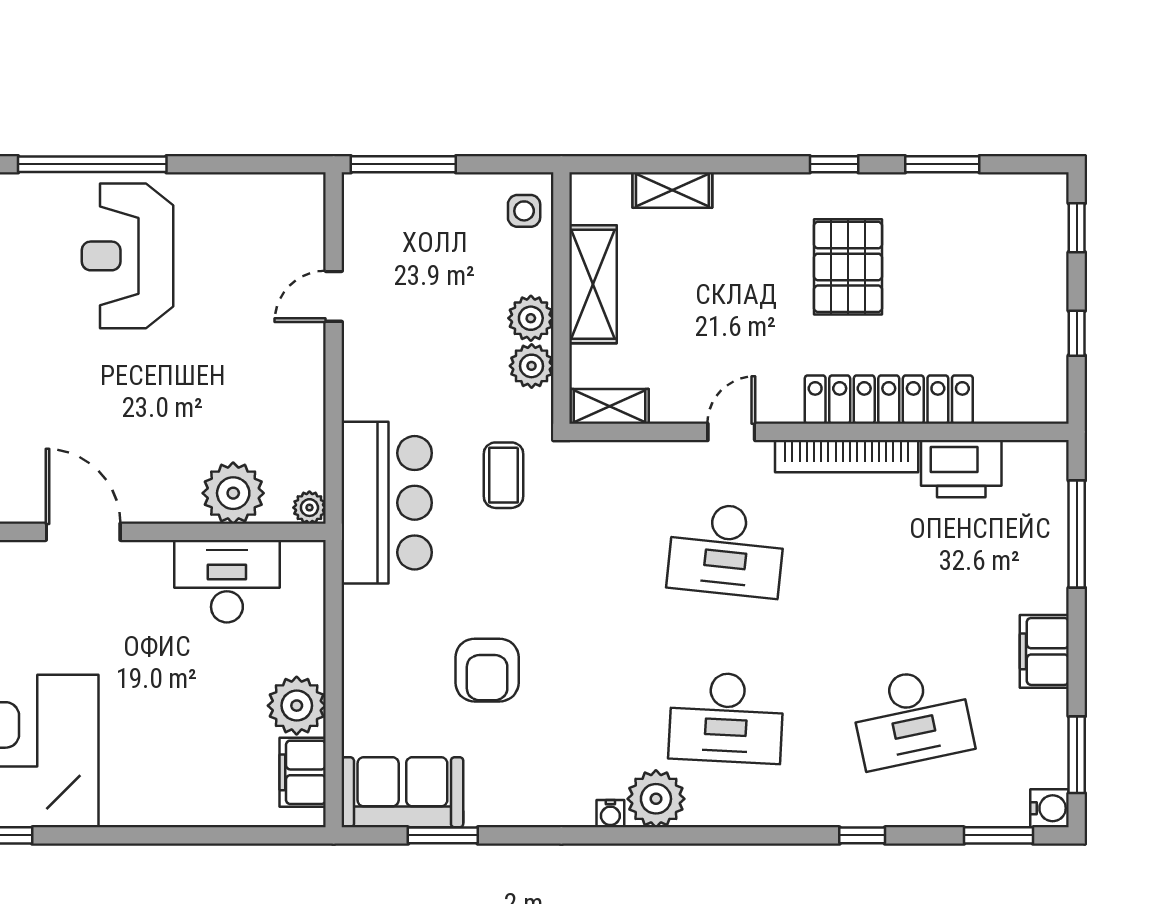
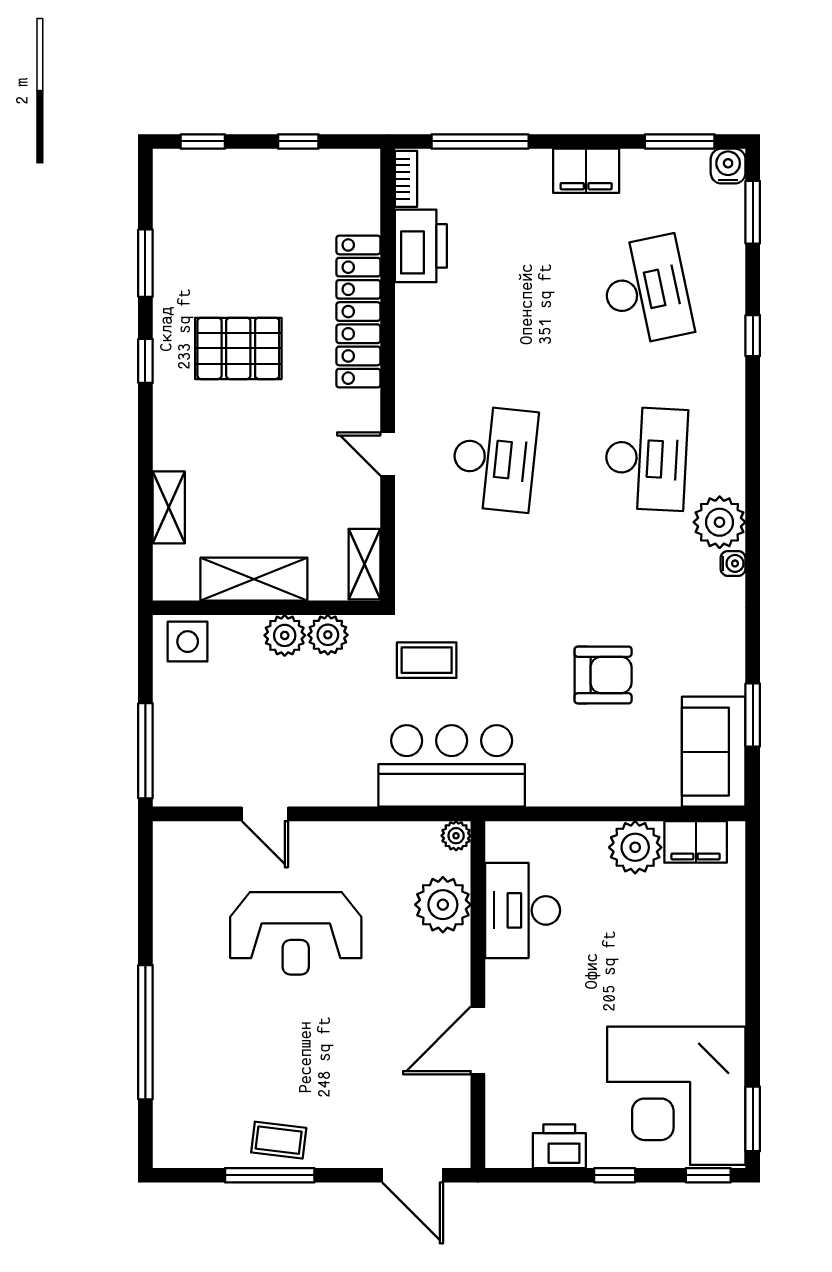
side table: (524, 211) -> (188, 642), width x1.37, depth x1.37
reception desk: (128, 256) -> (296, 933), moved
bookcase: (847, 456) -> (406, 179), moved, width x0.43, depth x0.76

